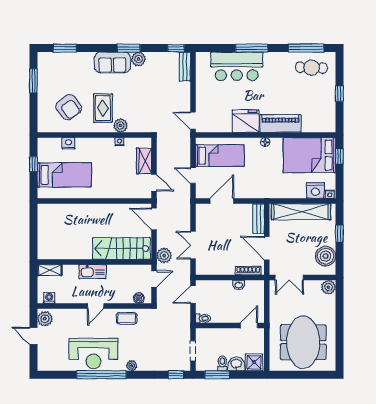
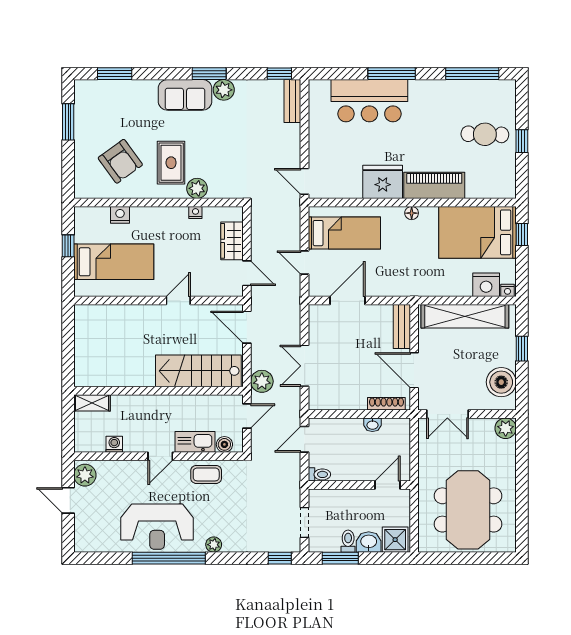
cafe table: (311, 68) -> (485, 134), moved
door: (108, 201) -> (178, 300), added
kitchen sink: (93, 272) -> (195, 442), moved, turned 180
washing machine: (49, 298) -> (114, 444), moved

